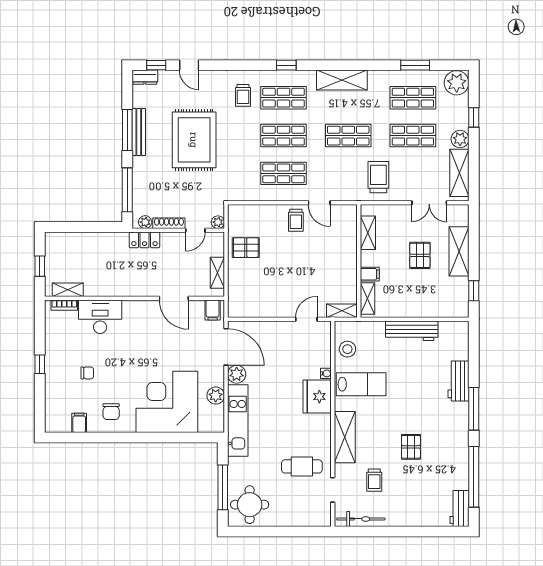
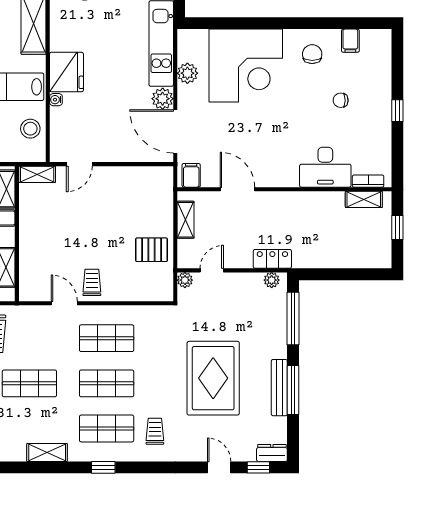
shelving: (342, 80) -> (47, 453), width x0.67, depth x0.75
shoe rack: (169, 223) -> (243, 279), removed

